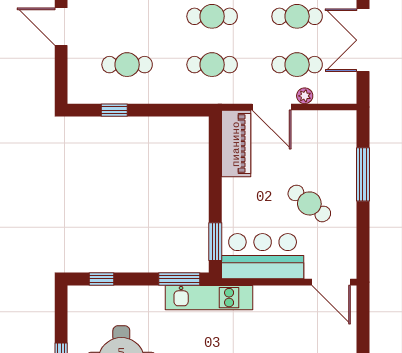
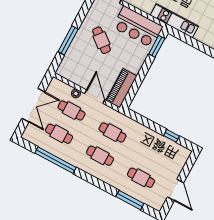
cafe table: (127, 65) -> (141, 178), moved
window: (179, 279) -> (184, 38), removed

